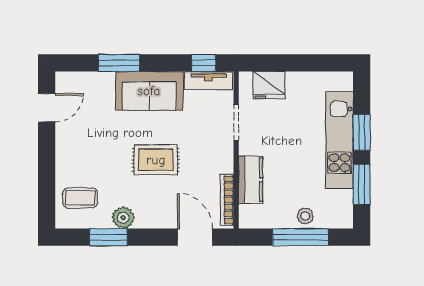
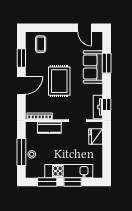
sofa: (149, 91) -> (93, 67), moved
rug: (156, 160) -> (59, 81), width x1.36, depth x1.43
plant: (123, 218) -> (31, 65), removed
door: (195, 237) -> (21, 85), moved

